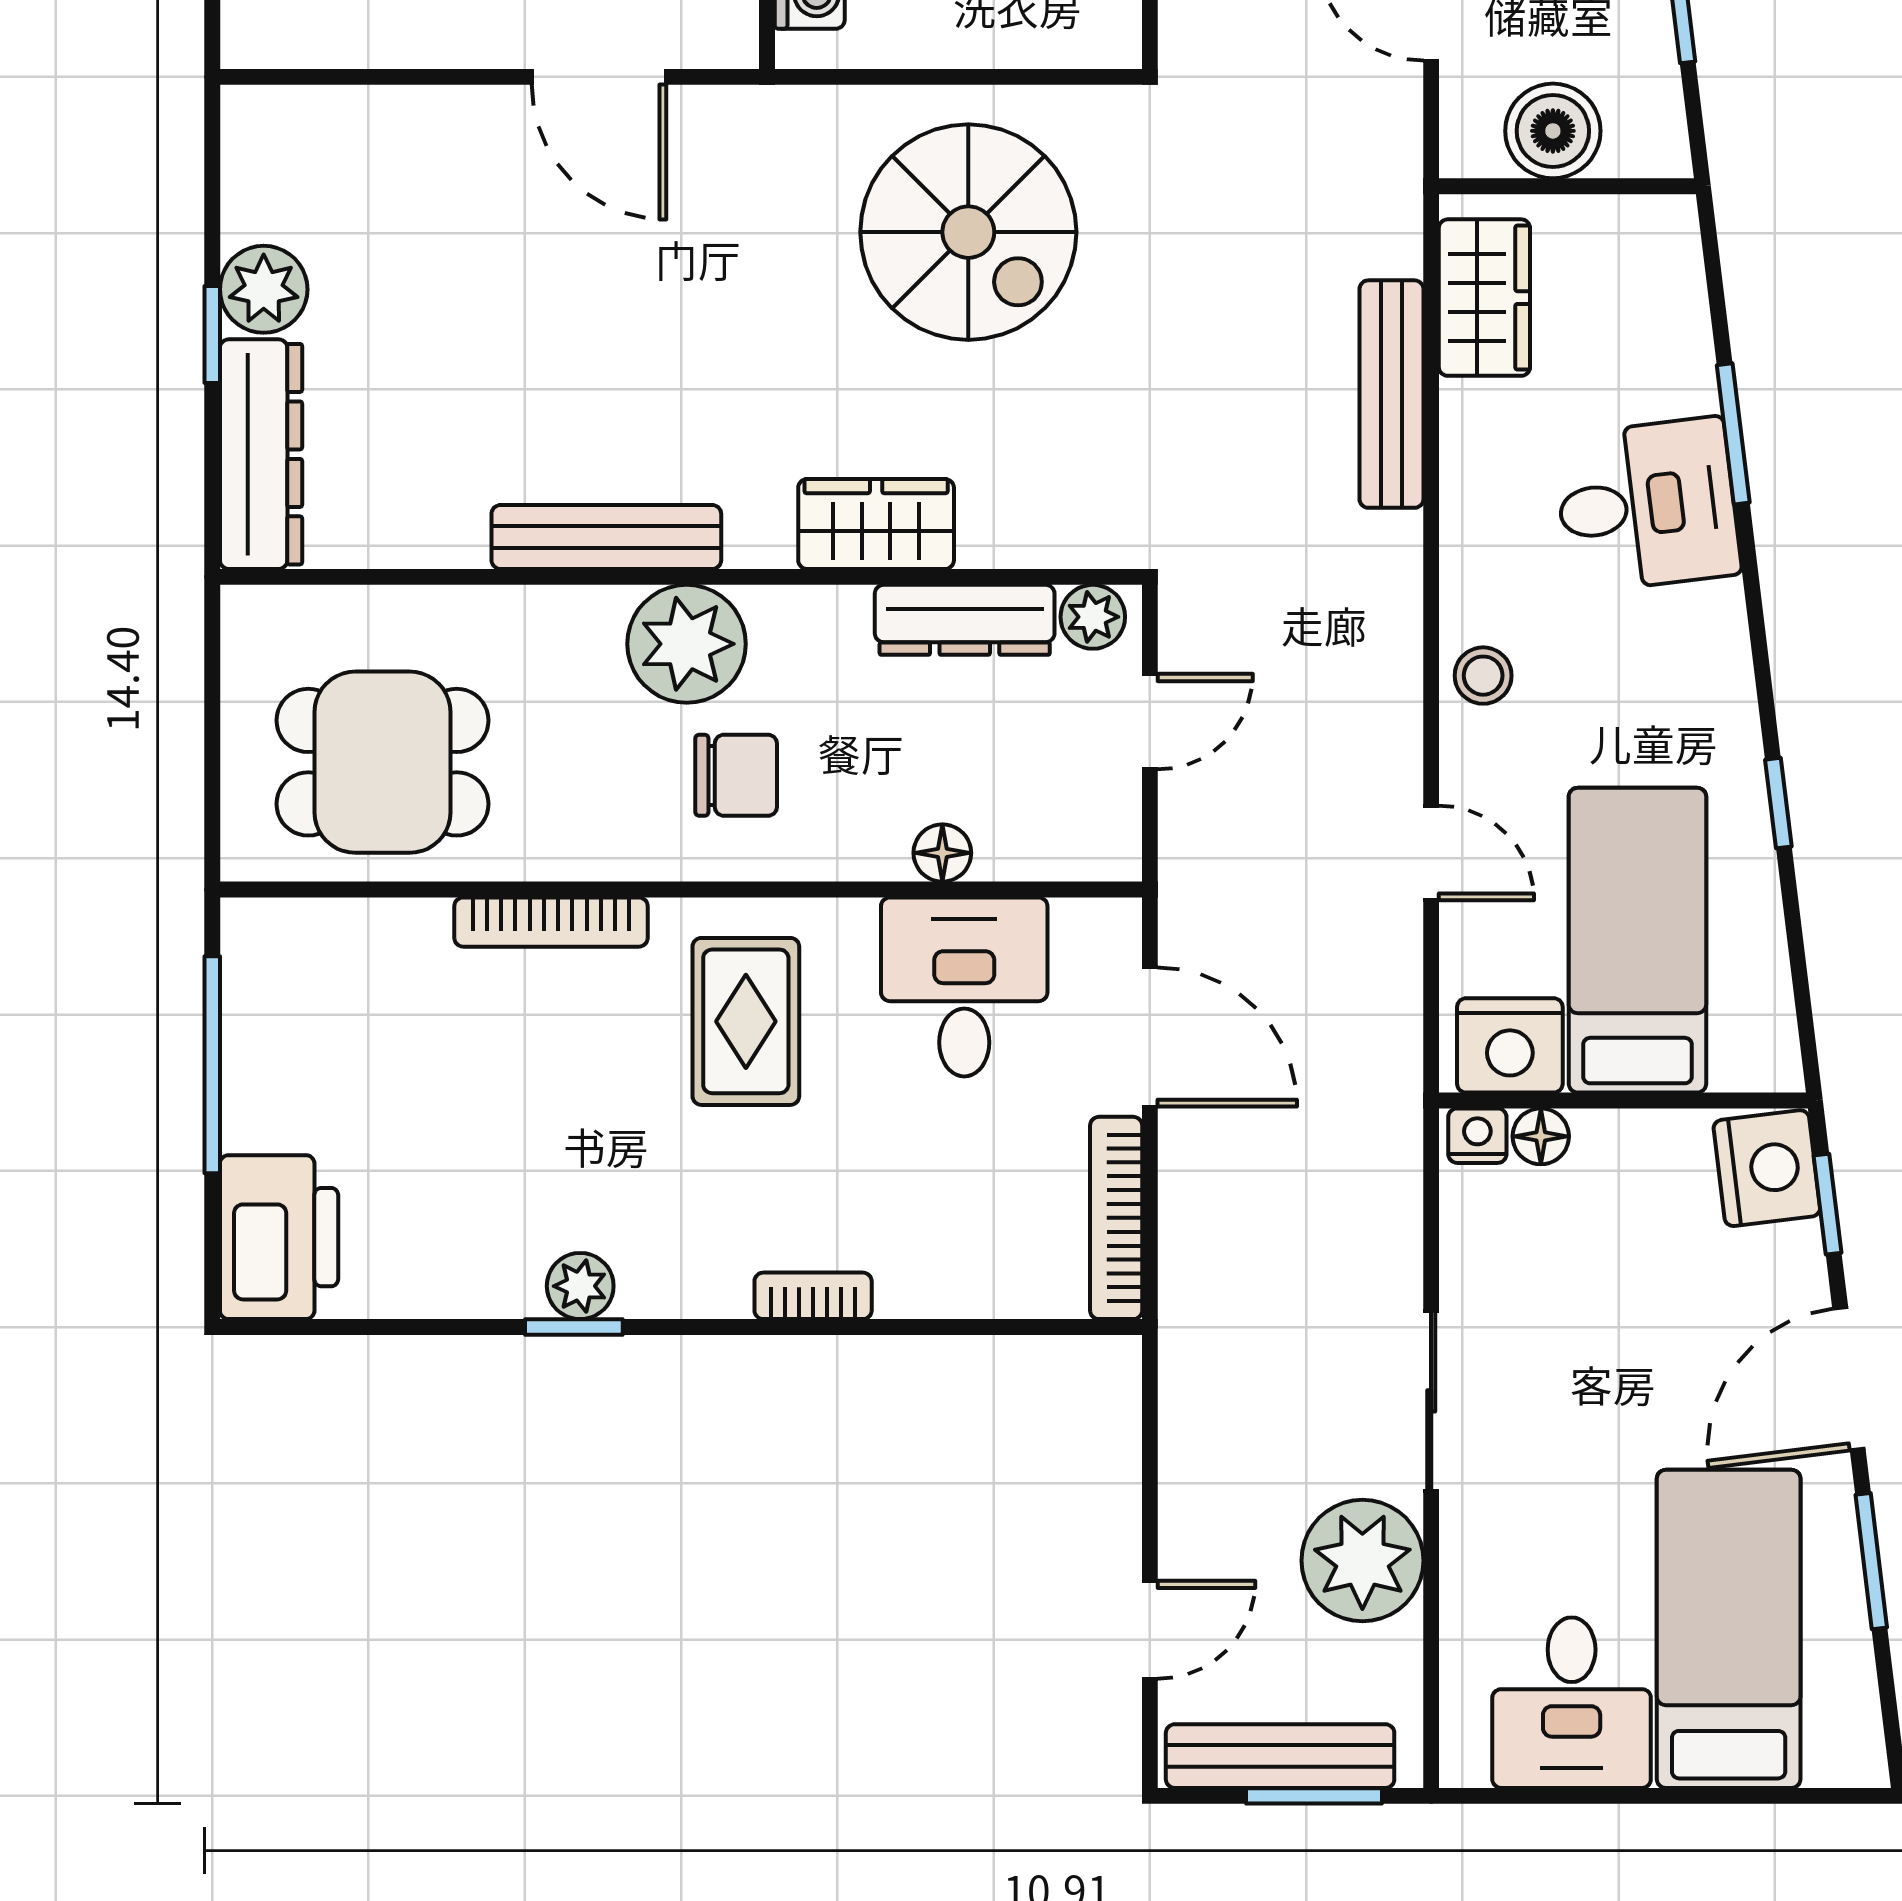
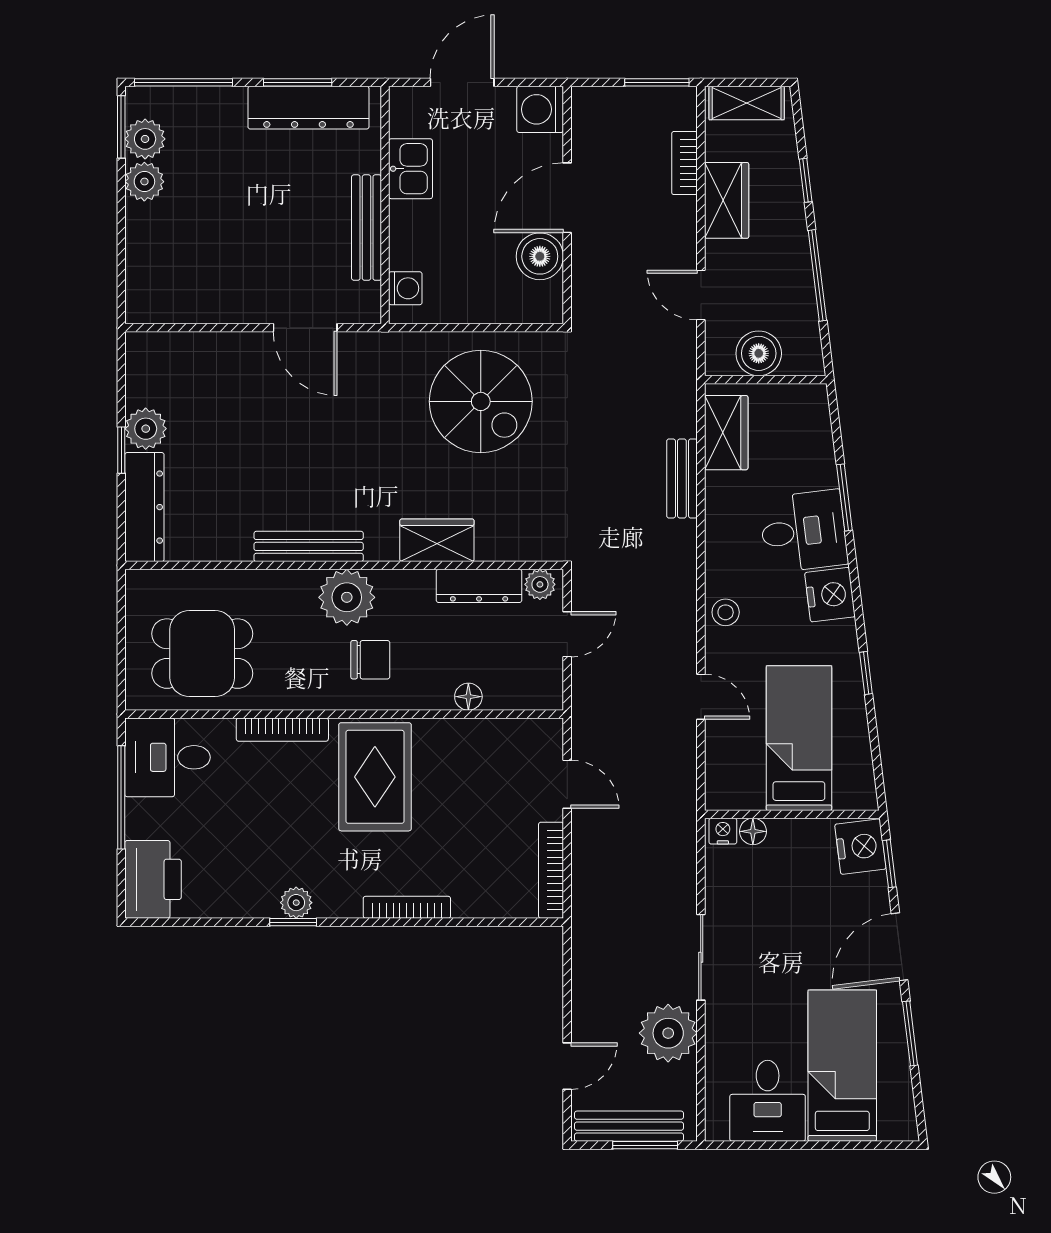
bench: (1391, 394) -> (682, 479), width x0.73
desk: (964, 987) -> (168, 757), moved, turned -90
rug: (746, 1021) -> (375, 777), width x1.36, depth x1.43
door: (1150, 1037) -> (567, 784), width x0.73
nightstand: (1510, 1045) -> (830, 595), moved, turned -97
bookcase: (813, 1296) -> (407, 907), width x1.56

